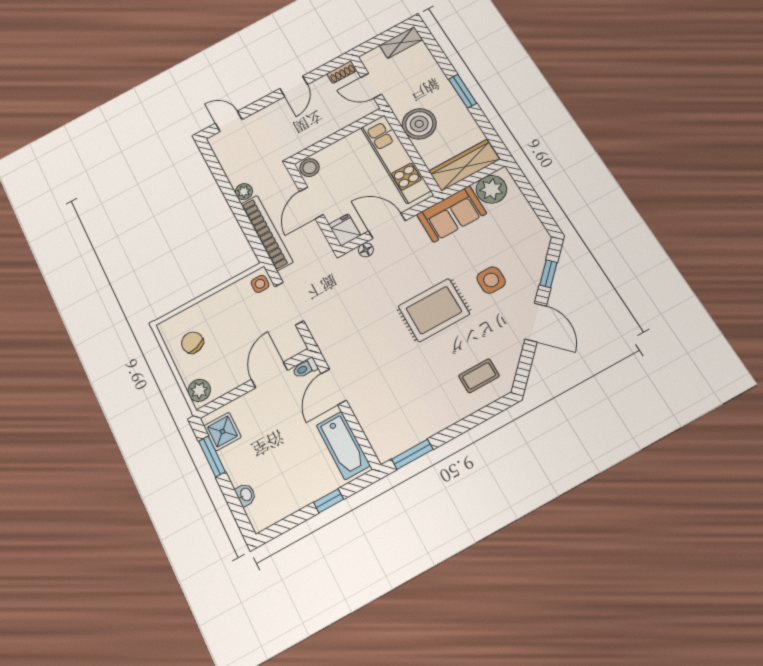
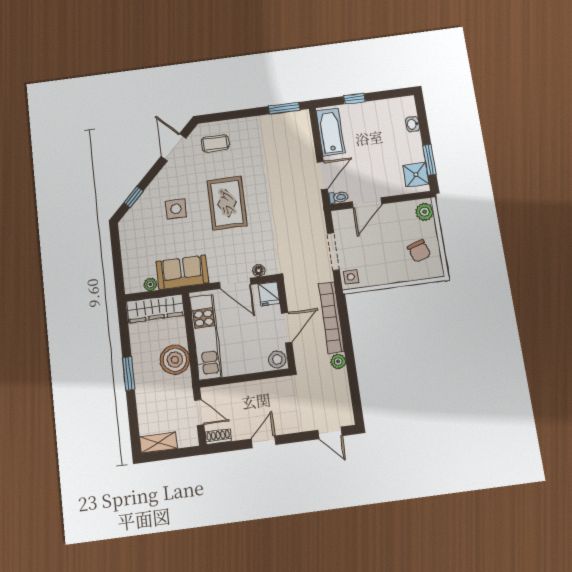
plant: (491, 189) -> (150, 284), width x0.53, depth x0.53
rug: (434, 310) -> (227, 203), turned 90
door: (536, 323) -> (174, 147), moved

